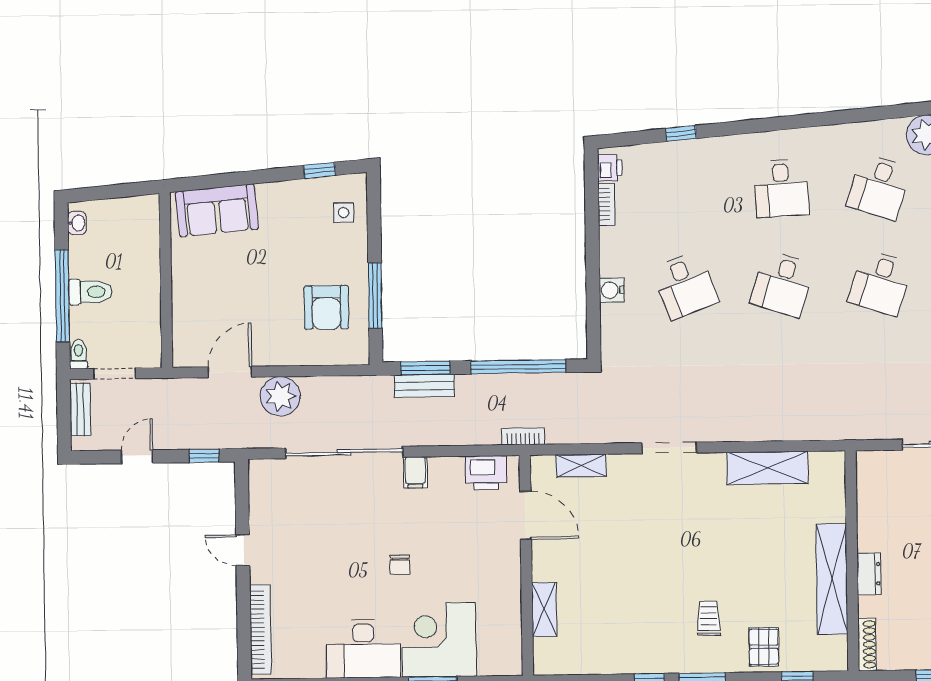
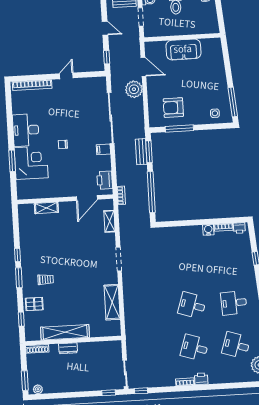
window: (320, 170) -> (233, 102), width x2.17
sofa: (217, 210) -> (183, 49), moved, turned -85
desk: (685, 285) -> (190, 263), removed
water cooler: (612, 290) -> (208, 230), moved

